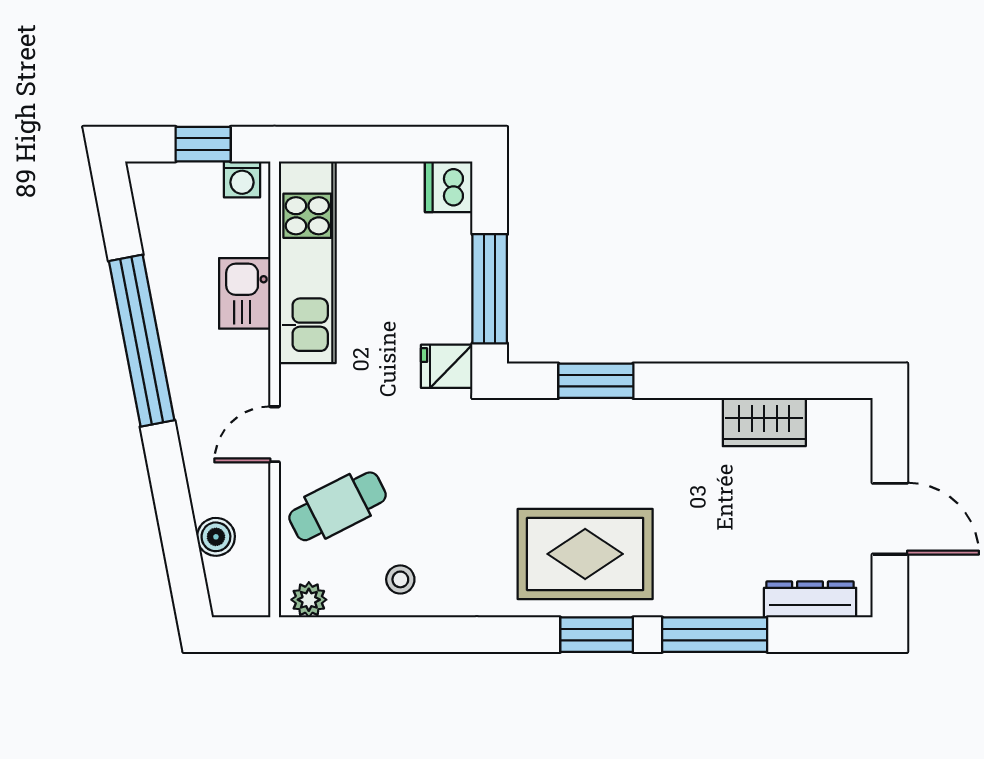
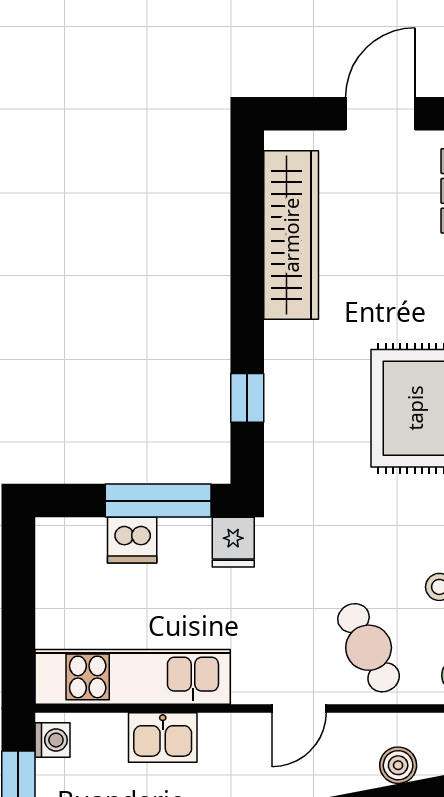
dishwasher: (449, 187) -> (132, 540), moved
window: (596, 381) -> (247, 398), width x0.67
wardrobe: (764, 422) -> (291, 235), width x2.10, depth x1.17
door: (275, 434) -> (299, 709), hinge flipped

